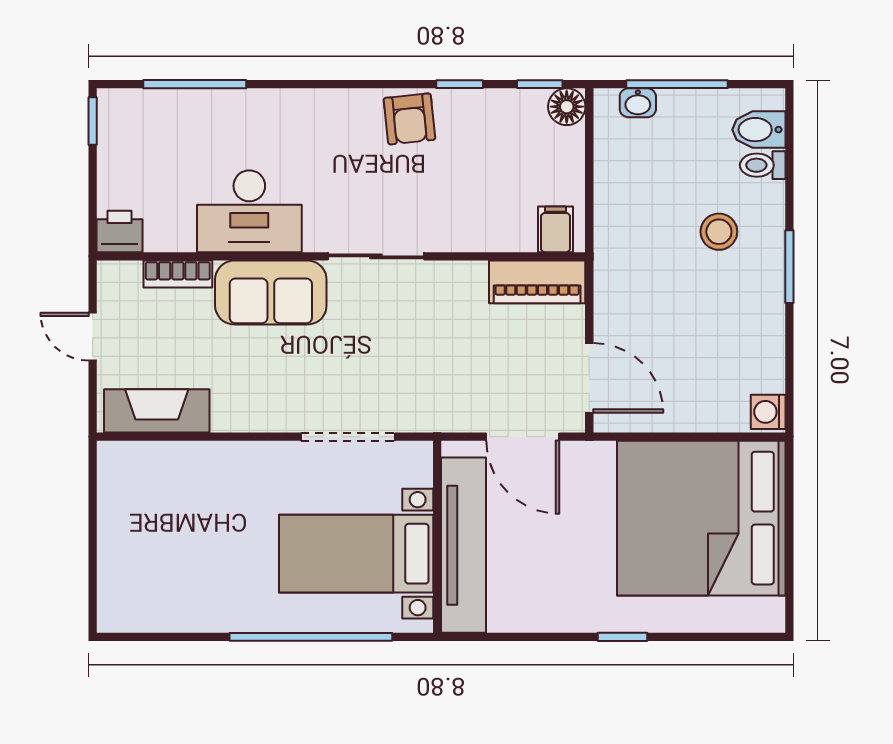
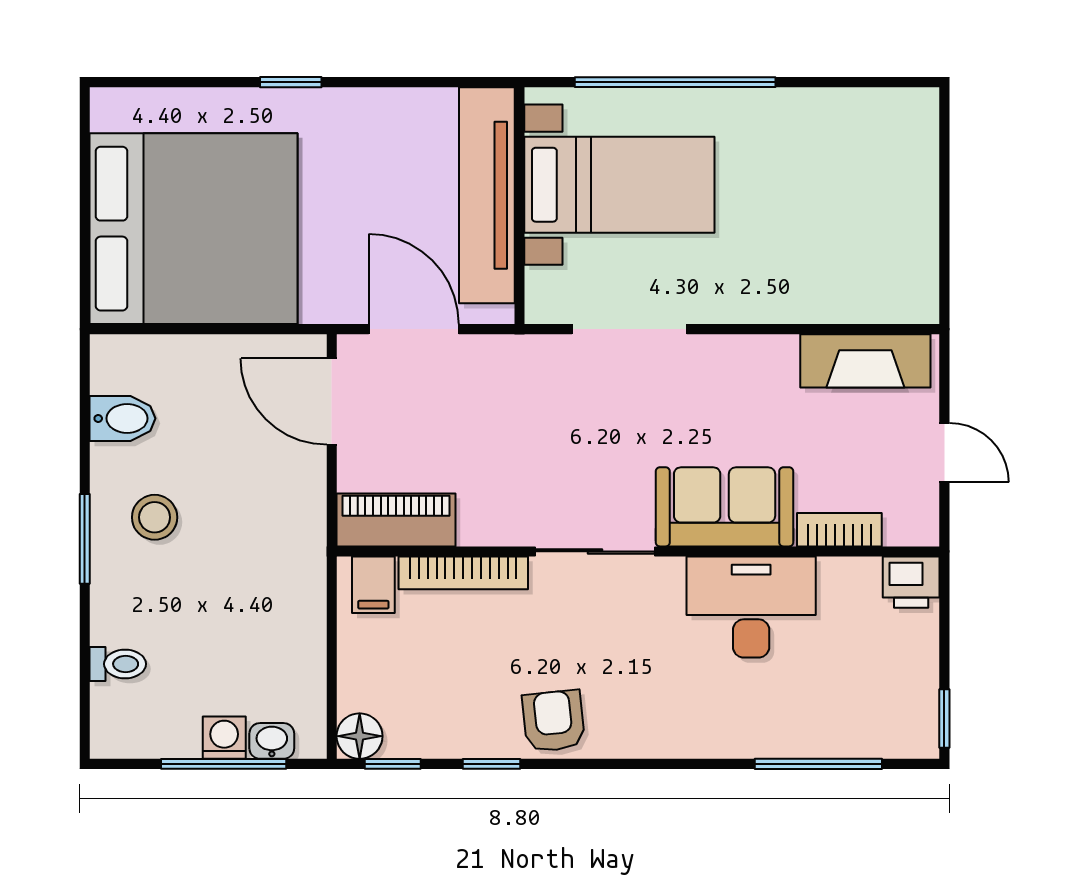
bidet: (759, 130) -> (122, 418), moved
stool: (719, 232) -> (155, 517), moved
bookcase: (483, 239) -> (463, 573), added
washing machine: (768, 412) -> (224, 738), moved, turned -90

